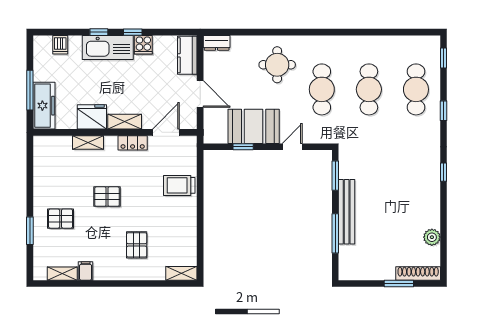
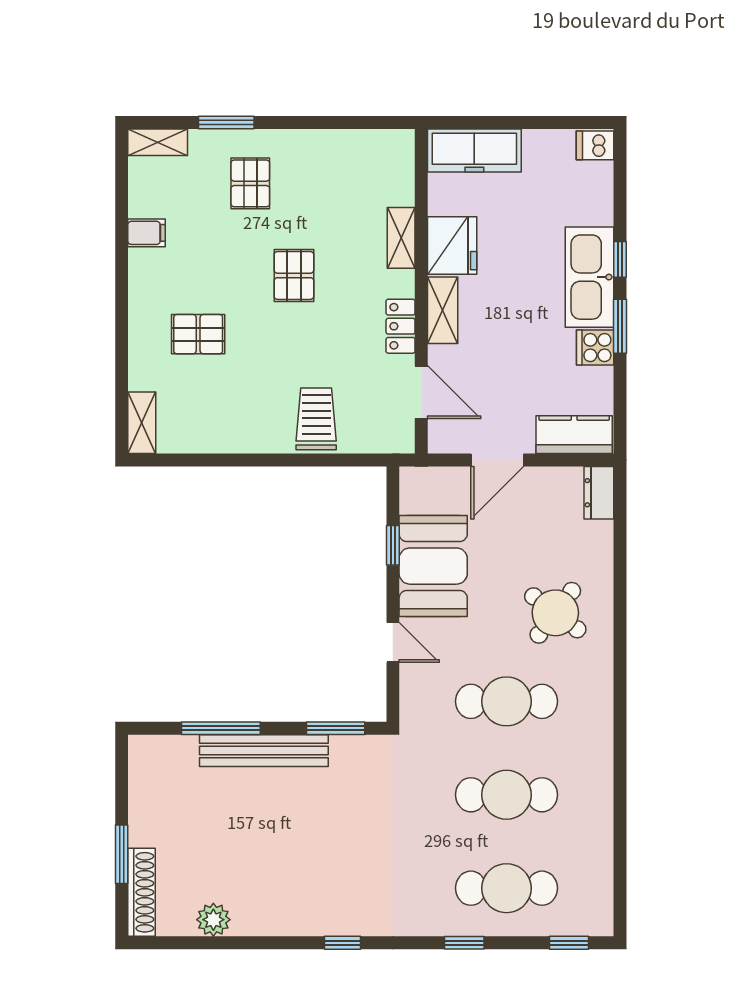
window: (133, 32) -> (620, 326), width x1.50
dishwasher: (60, 45) -> (595, 145), moved
round table: (277, 65) -> (555, 613), turned 37
window: (30, 90) -> (505, 123), removed
shelving: (62, 274) -> (158, 142), moved, turned 90

